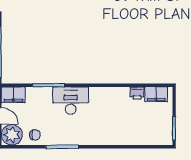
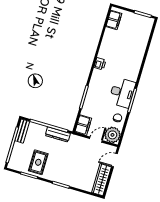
printer: (137, 93) -> (100, 64), moved
desk: (71, 101) -> (122, 93), moved, turned 180

